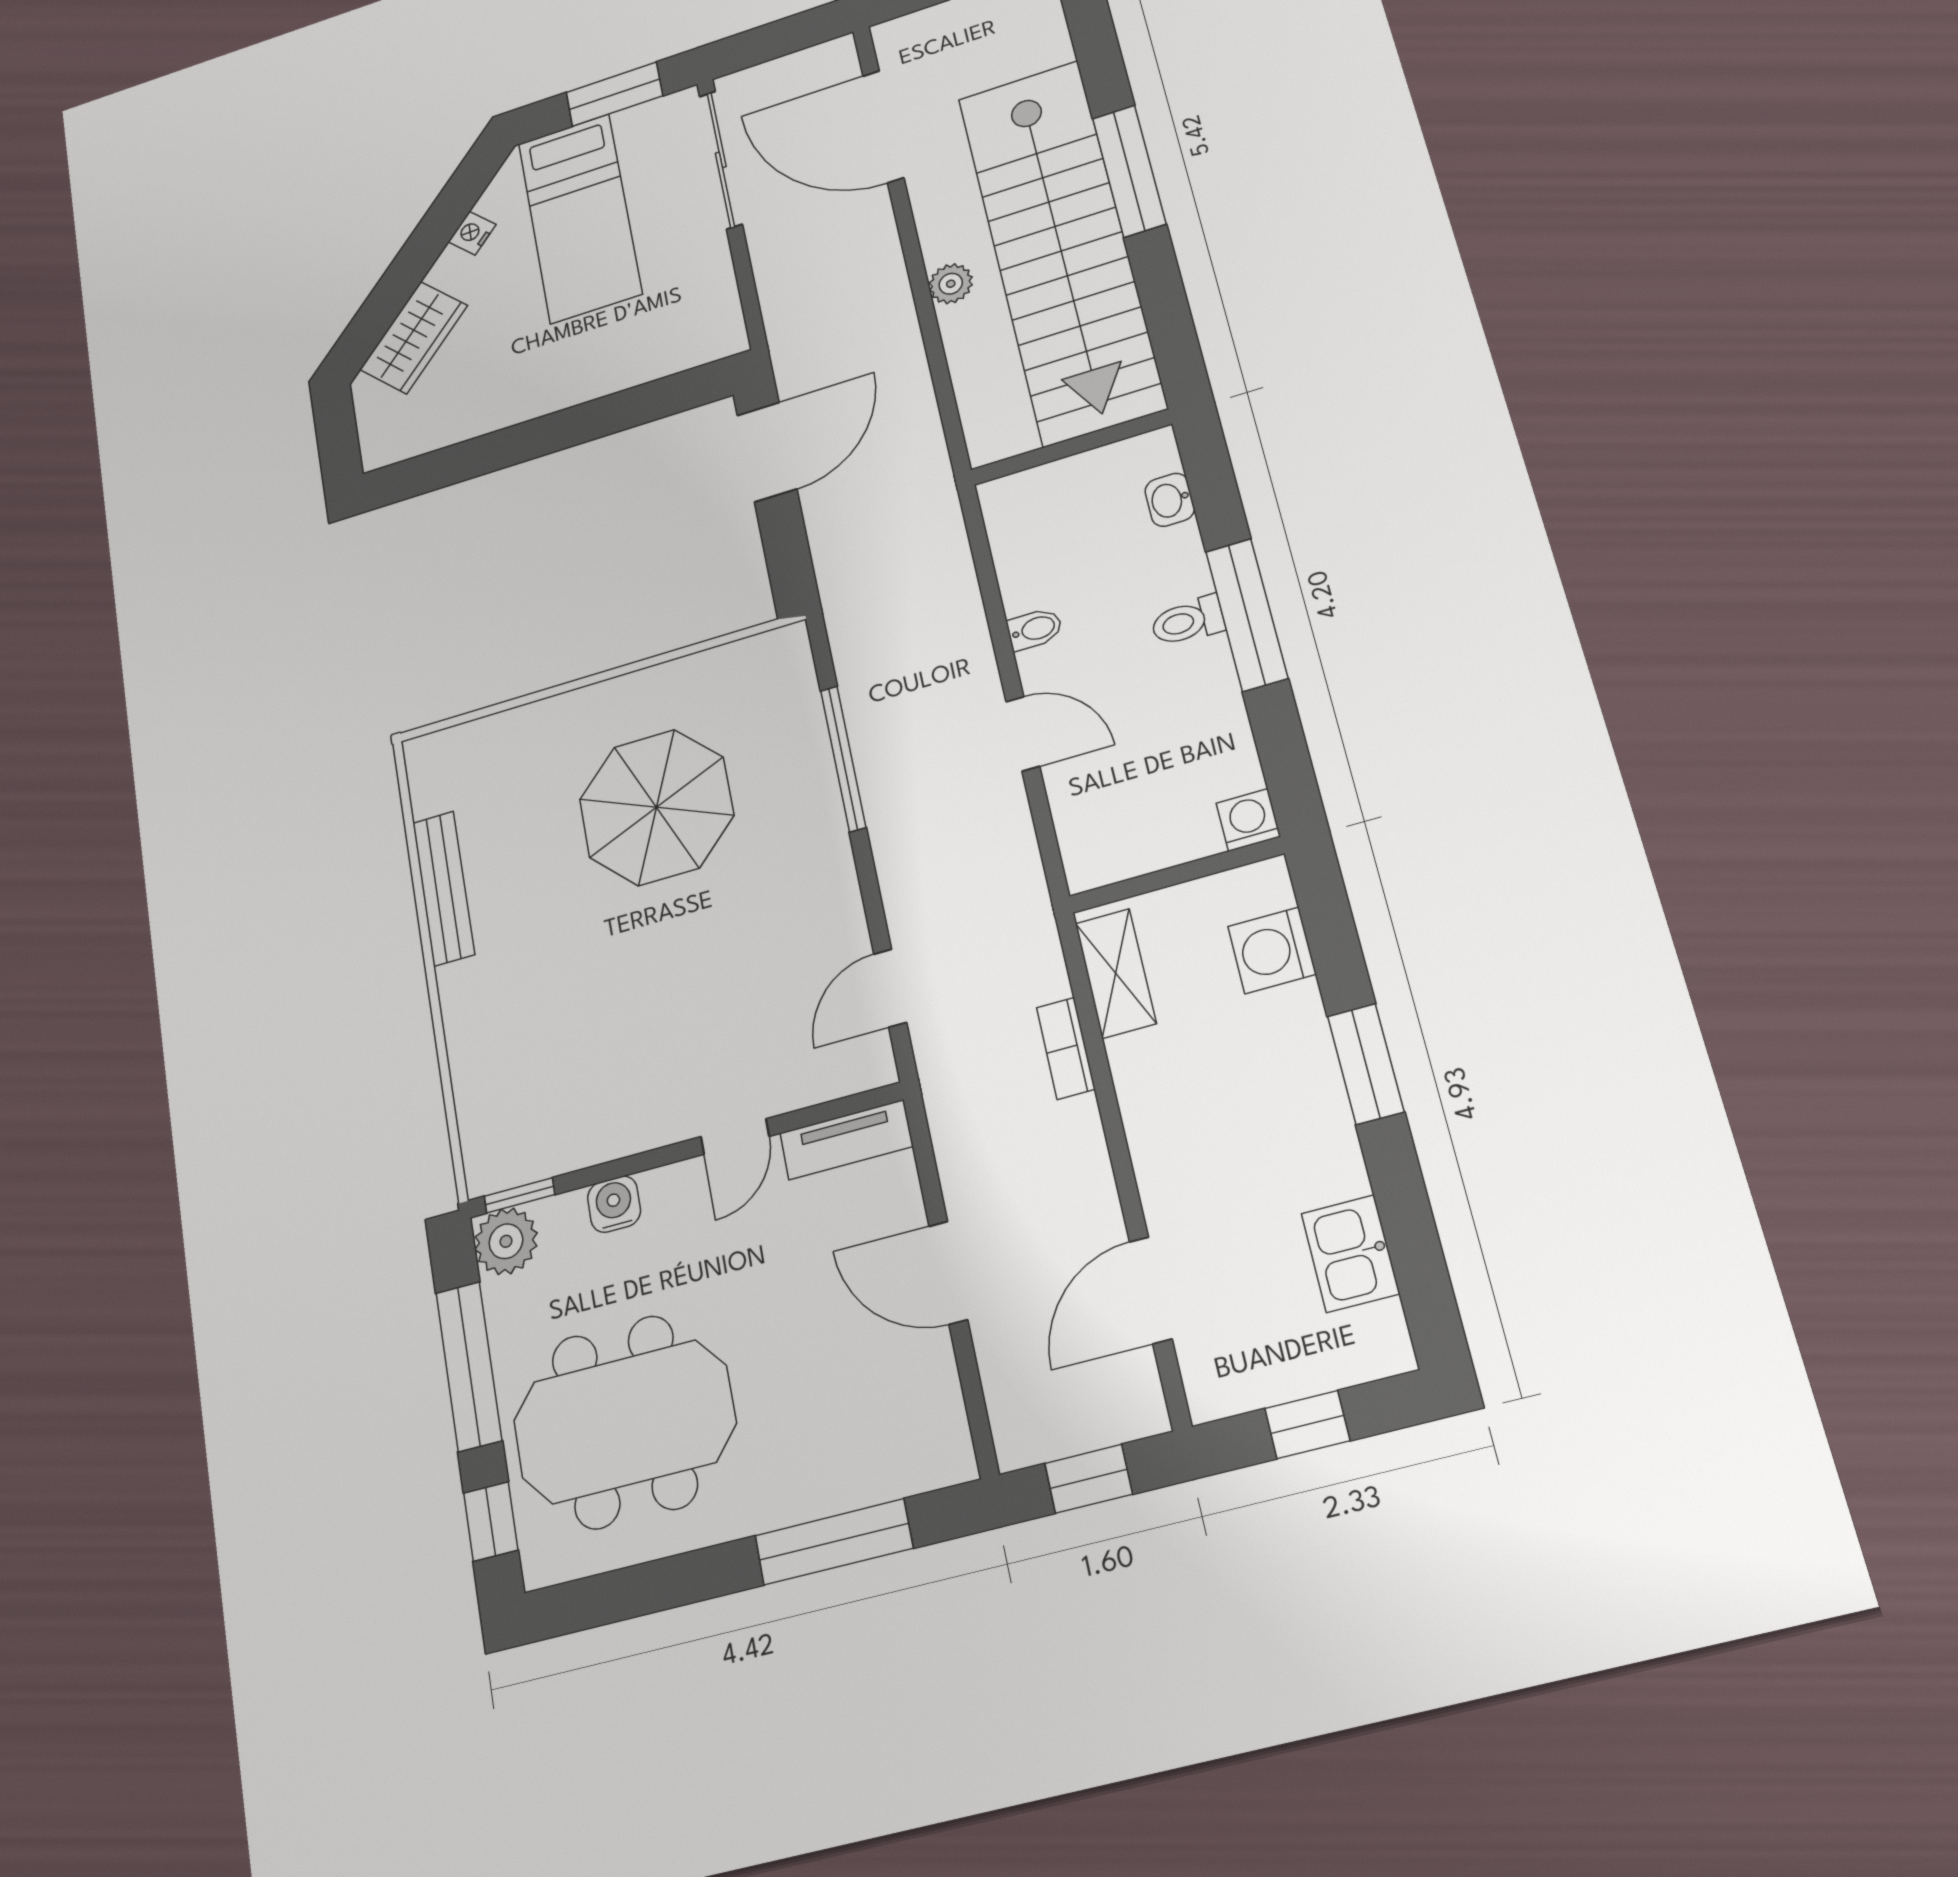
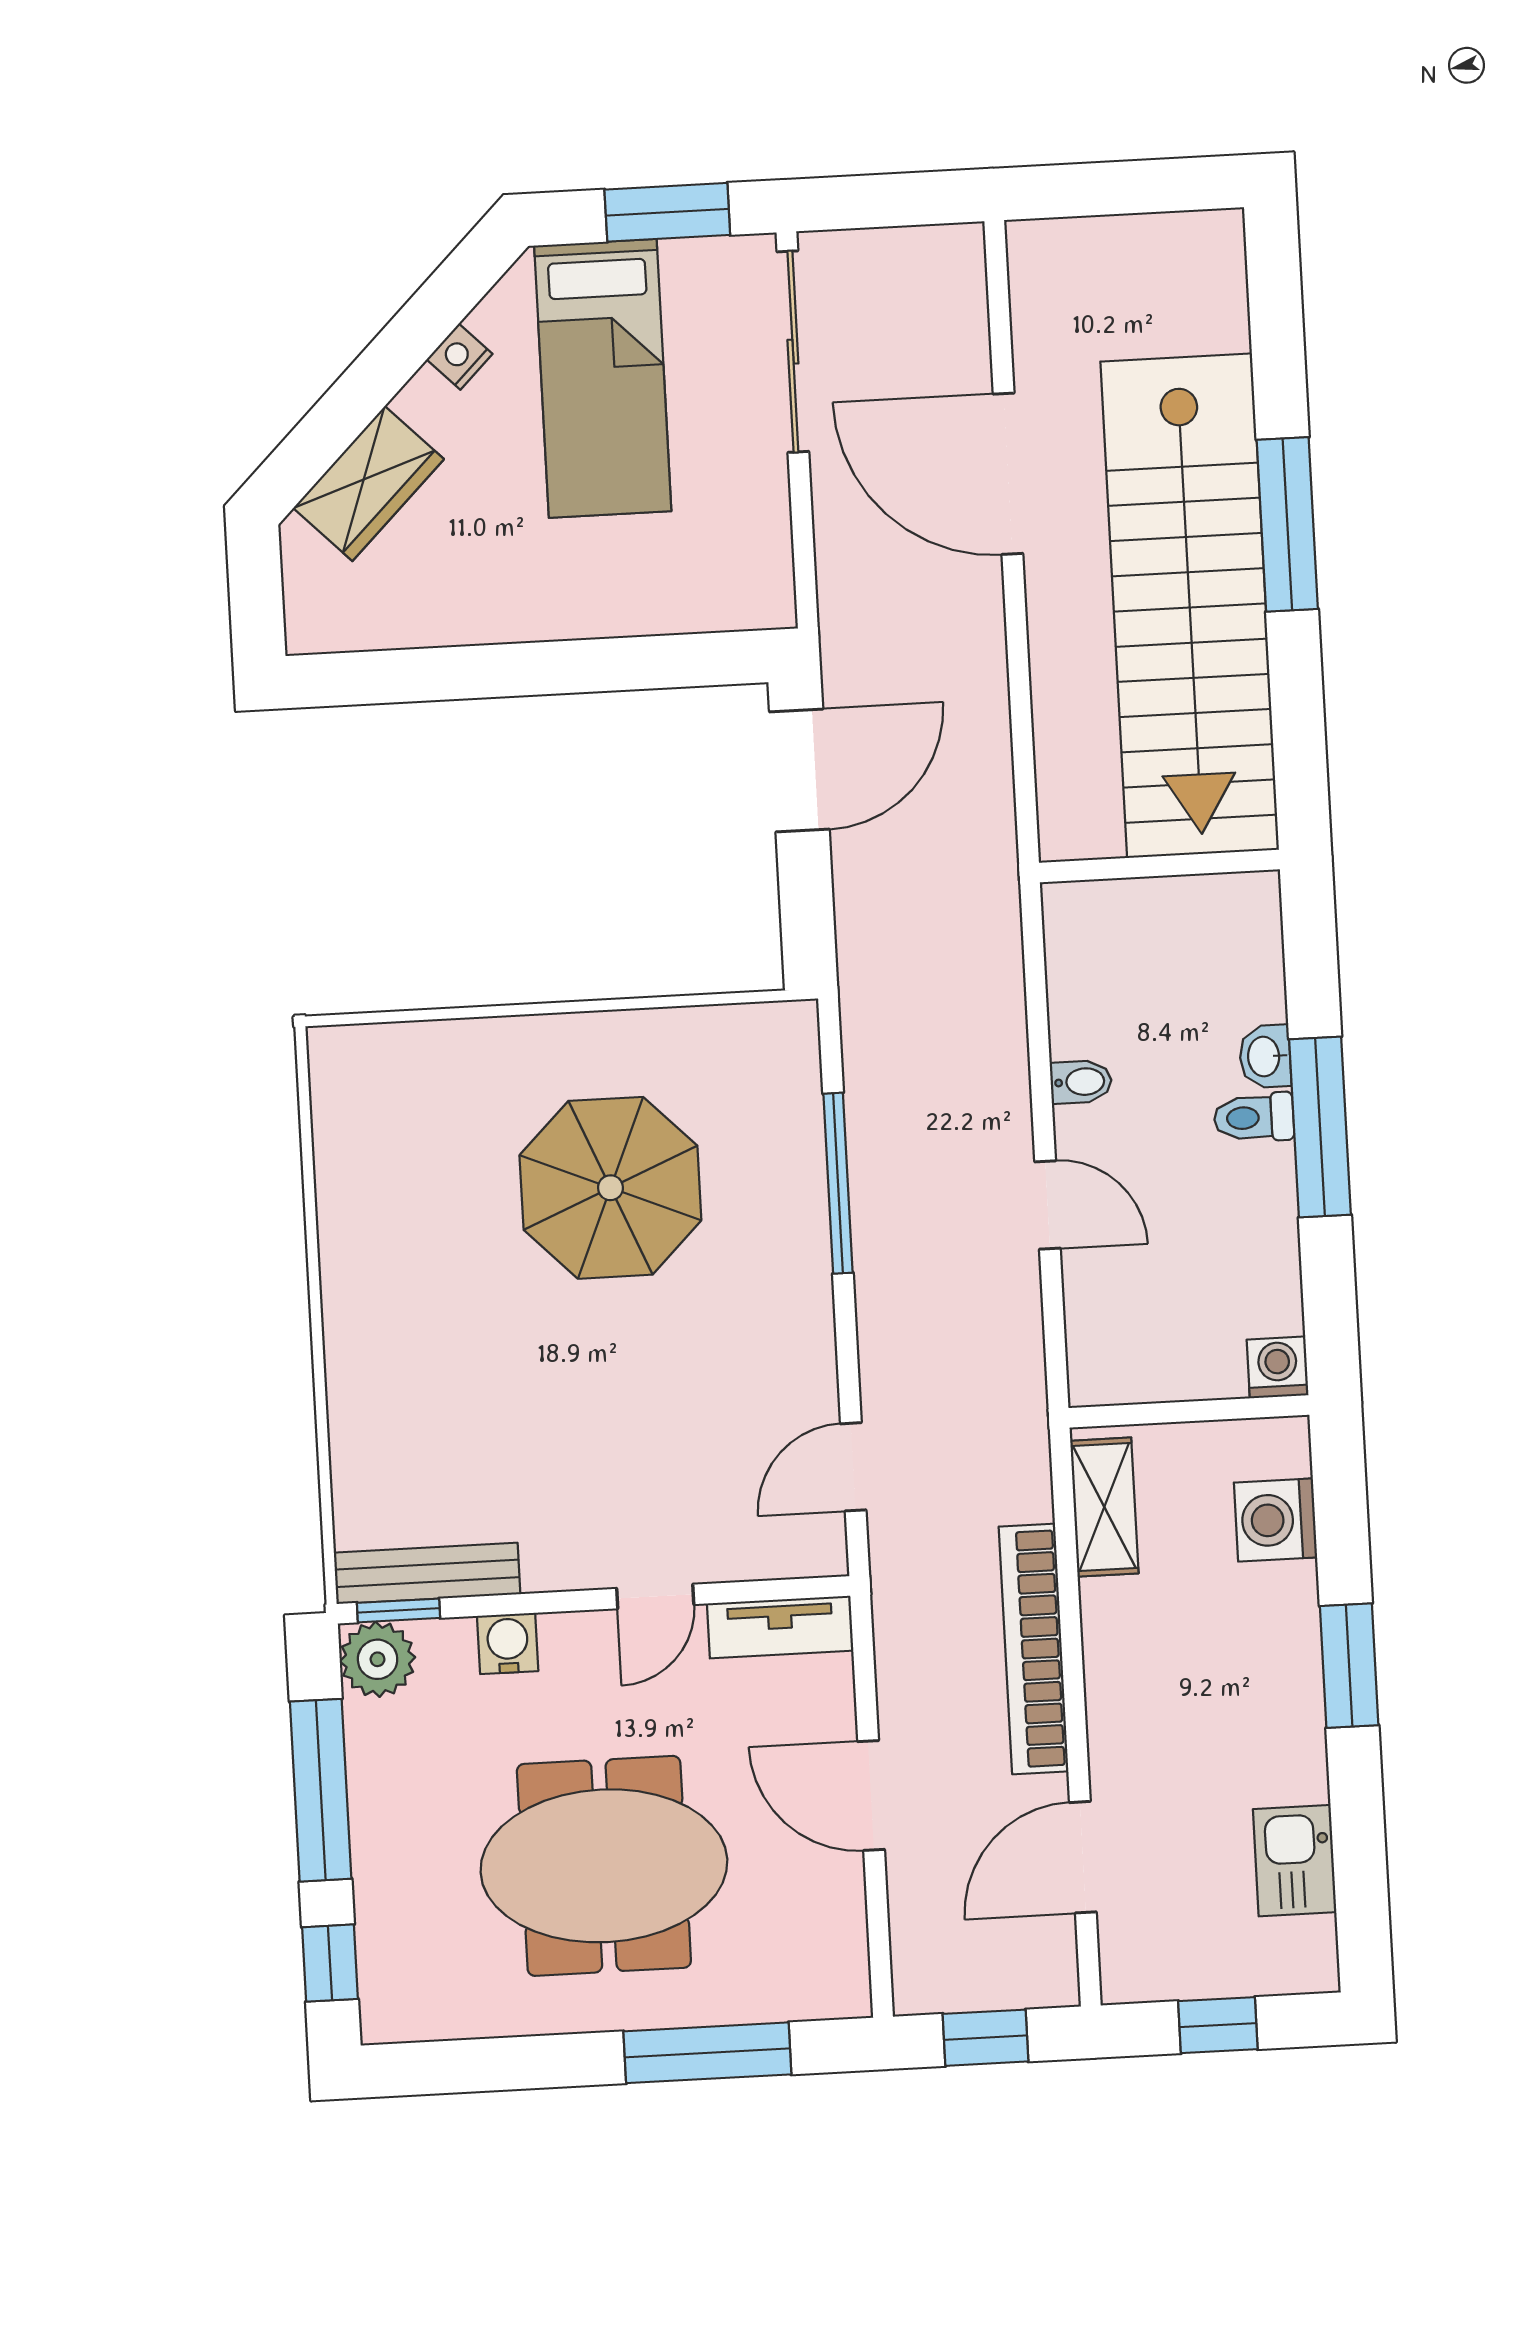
door: (883, 127) -> (1008, 474), moved
plant: (951, 284) -> (1052, 611), removed
washbasin: (1170, 500) -> (1265, 1056), moved
bench: (444, 888) -> (427, 1573), moved, turned 90
bookcase: (1066, 1048) -> (1034, 1649), width x2.31, depth x1.31
meeting table: (624, 1422) -> (604, 1866), moved

